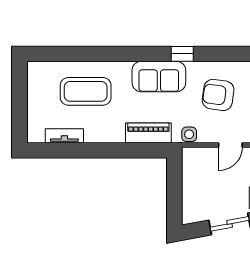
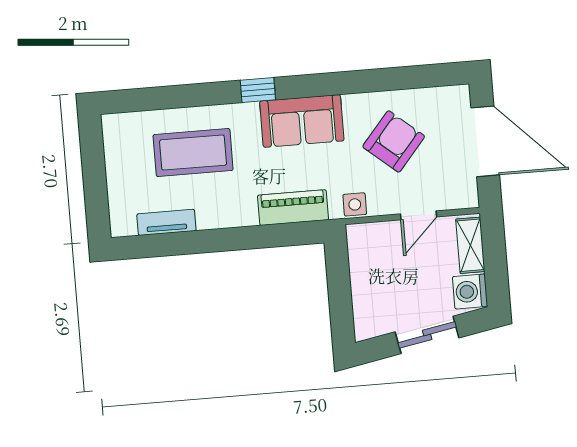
window: (182, 54) -> (258, 90), moved
armchair: (218, 95) -> (394, 141), turned 122

